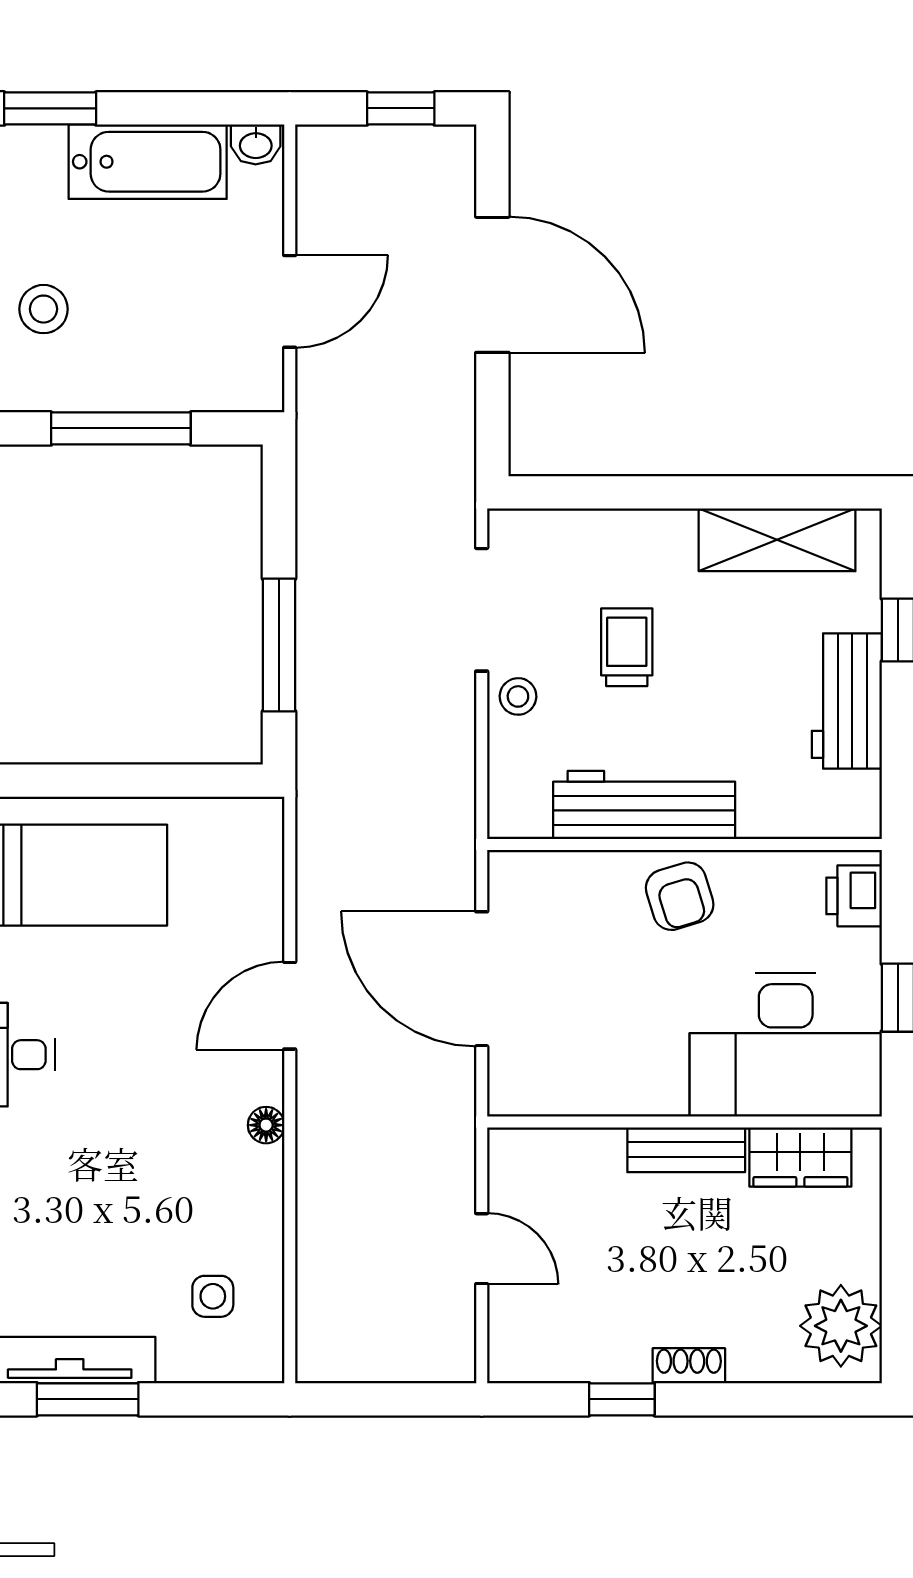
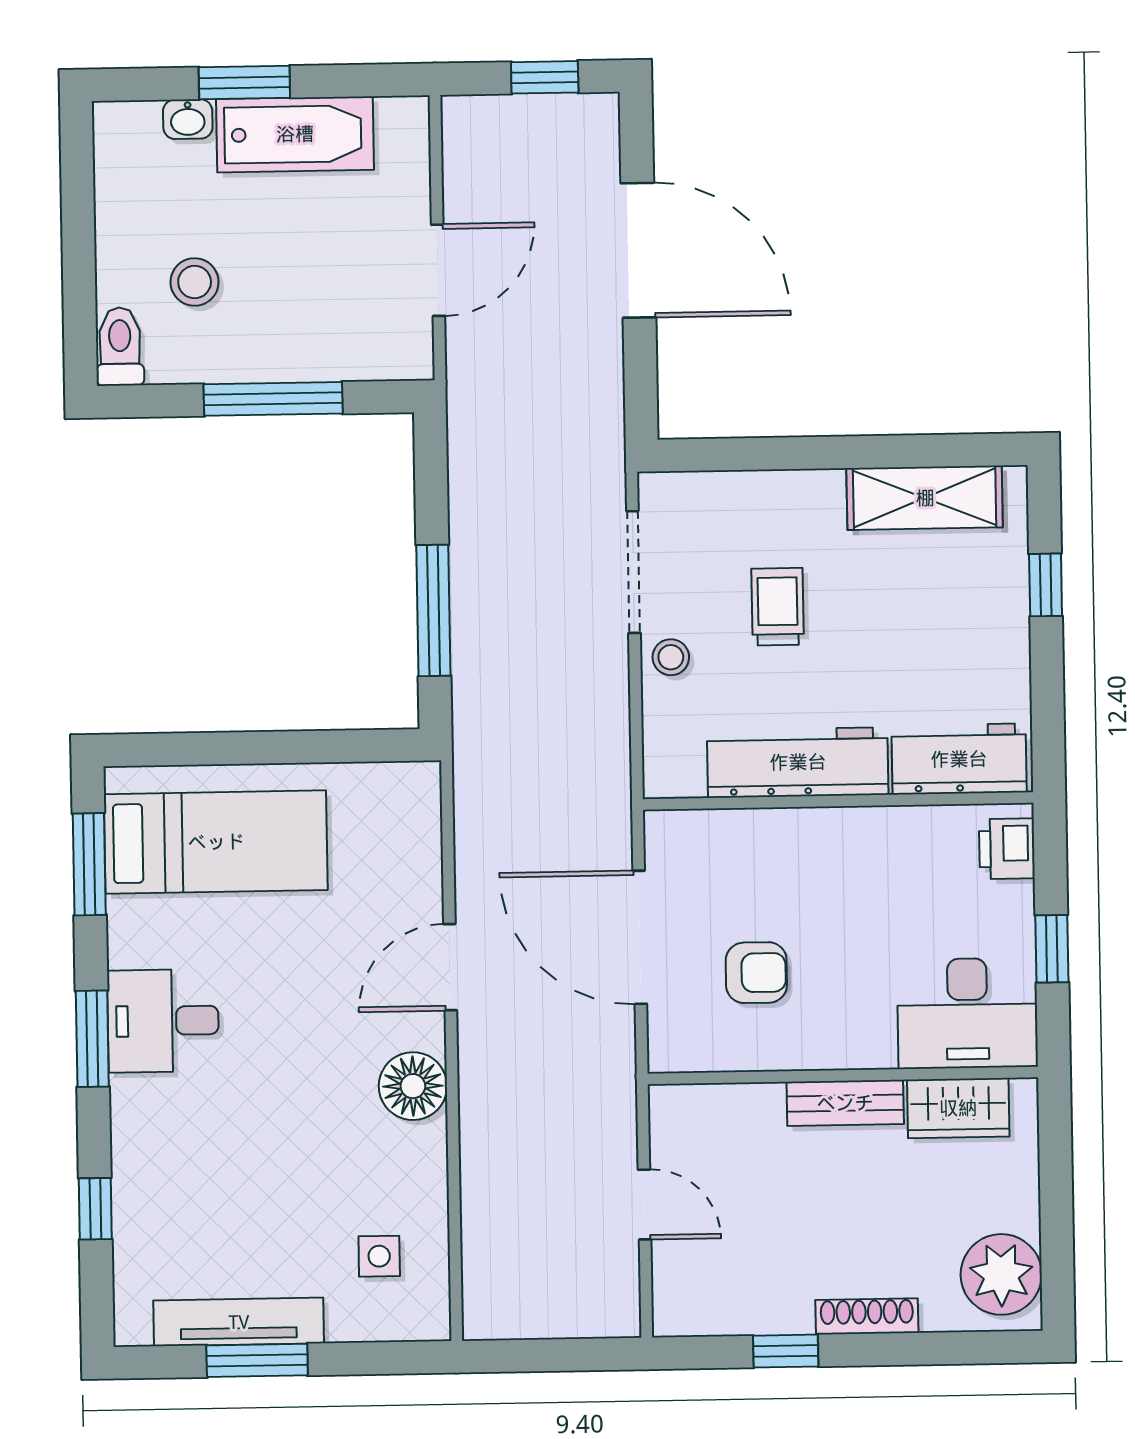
window: (50, 108) -> (244, 83), moved
washbasin: (256, 144) -> (188, 119), moved
workbench: (847, 701) -> (959, 759), moved, turned 90
armchair: (680, 896) -> (756, 973), moved, turned -73
desk: (786, 1045) -> (967, 1013), width x0.73, depth x0.77
floor lamp: (266, 1125) -> (413, 1086), width x1.89, depth x1.89
shoe rack: (689, 1366) -> (867, 1316), width x1.43

